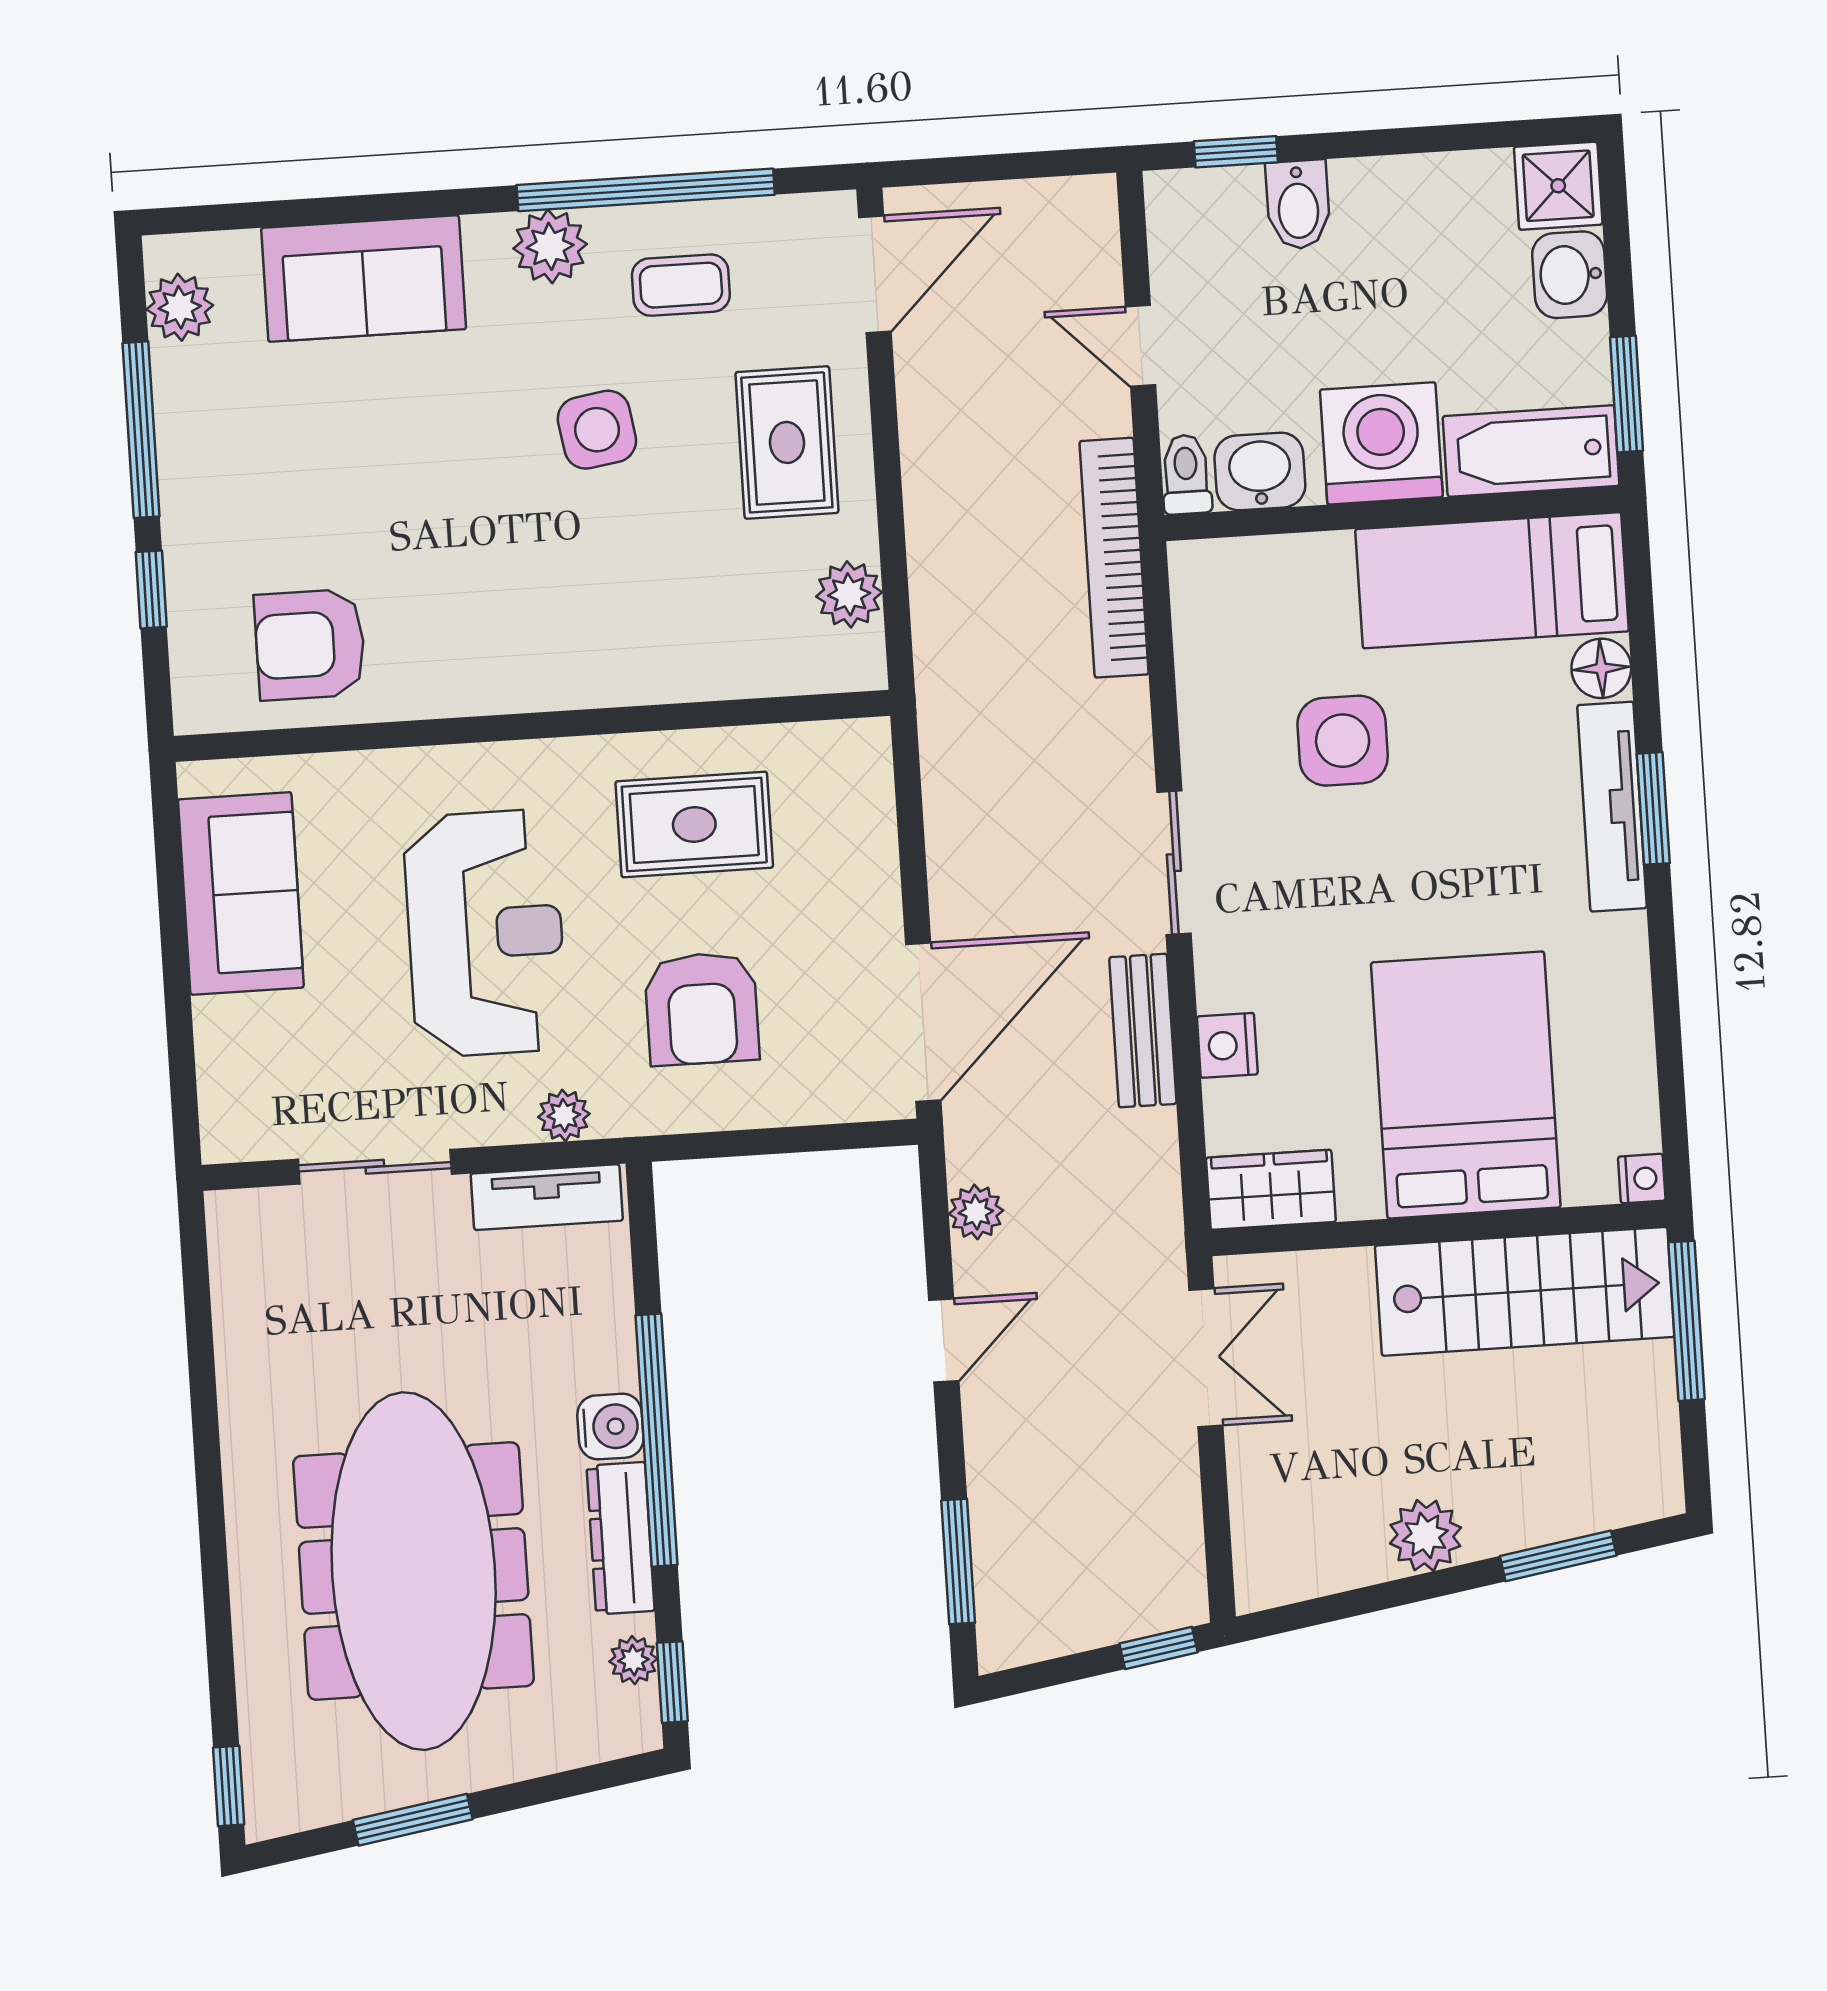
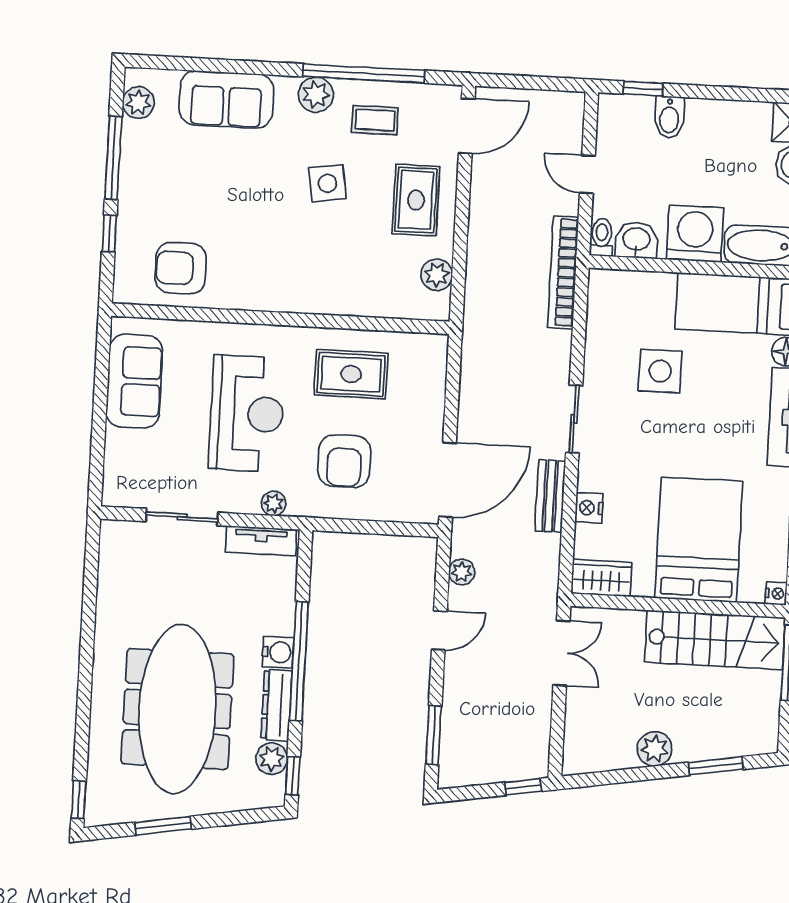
plant: (633, 1660) -> (272, 759), width x1.38, depth x1.38

